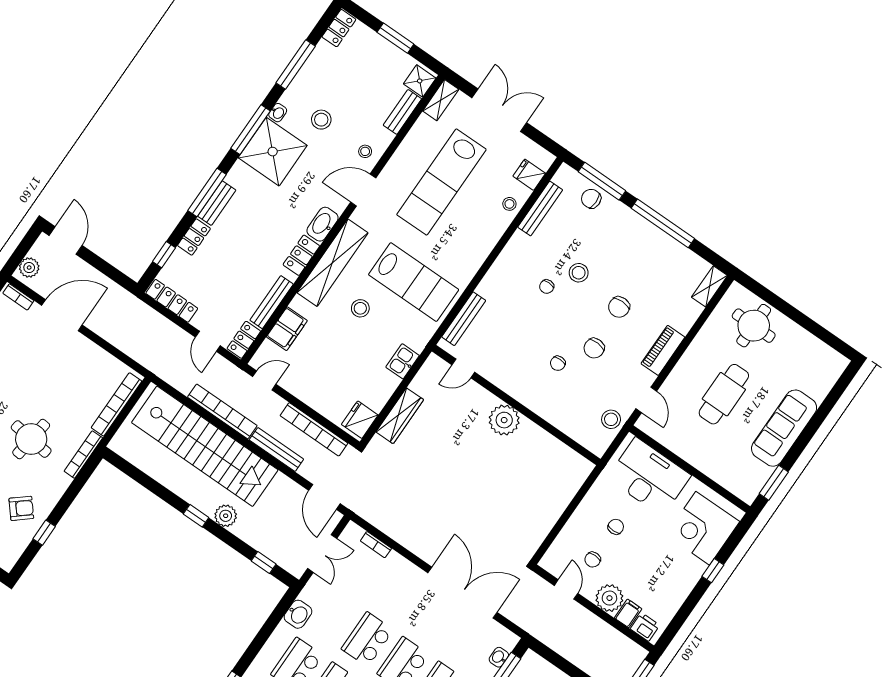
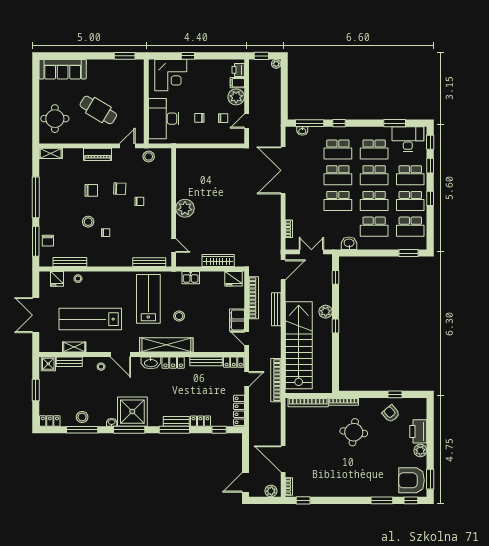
shelving: (441, 100) -> (74, 347), moved
stool: (321, 120) -> (82, 417), moved
lab bench: (441, 182) -> (90, 319), turned 180
filing cabinet: (287, 329) -> (237, 320), moved, turned -90
cafe table: (724, 394) -> (98, 110), turned 31
bookcase: (222, 411) -> (276, 380), moved
sofa: (784, 428) -> (63, 69), moved

